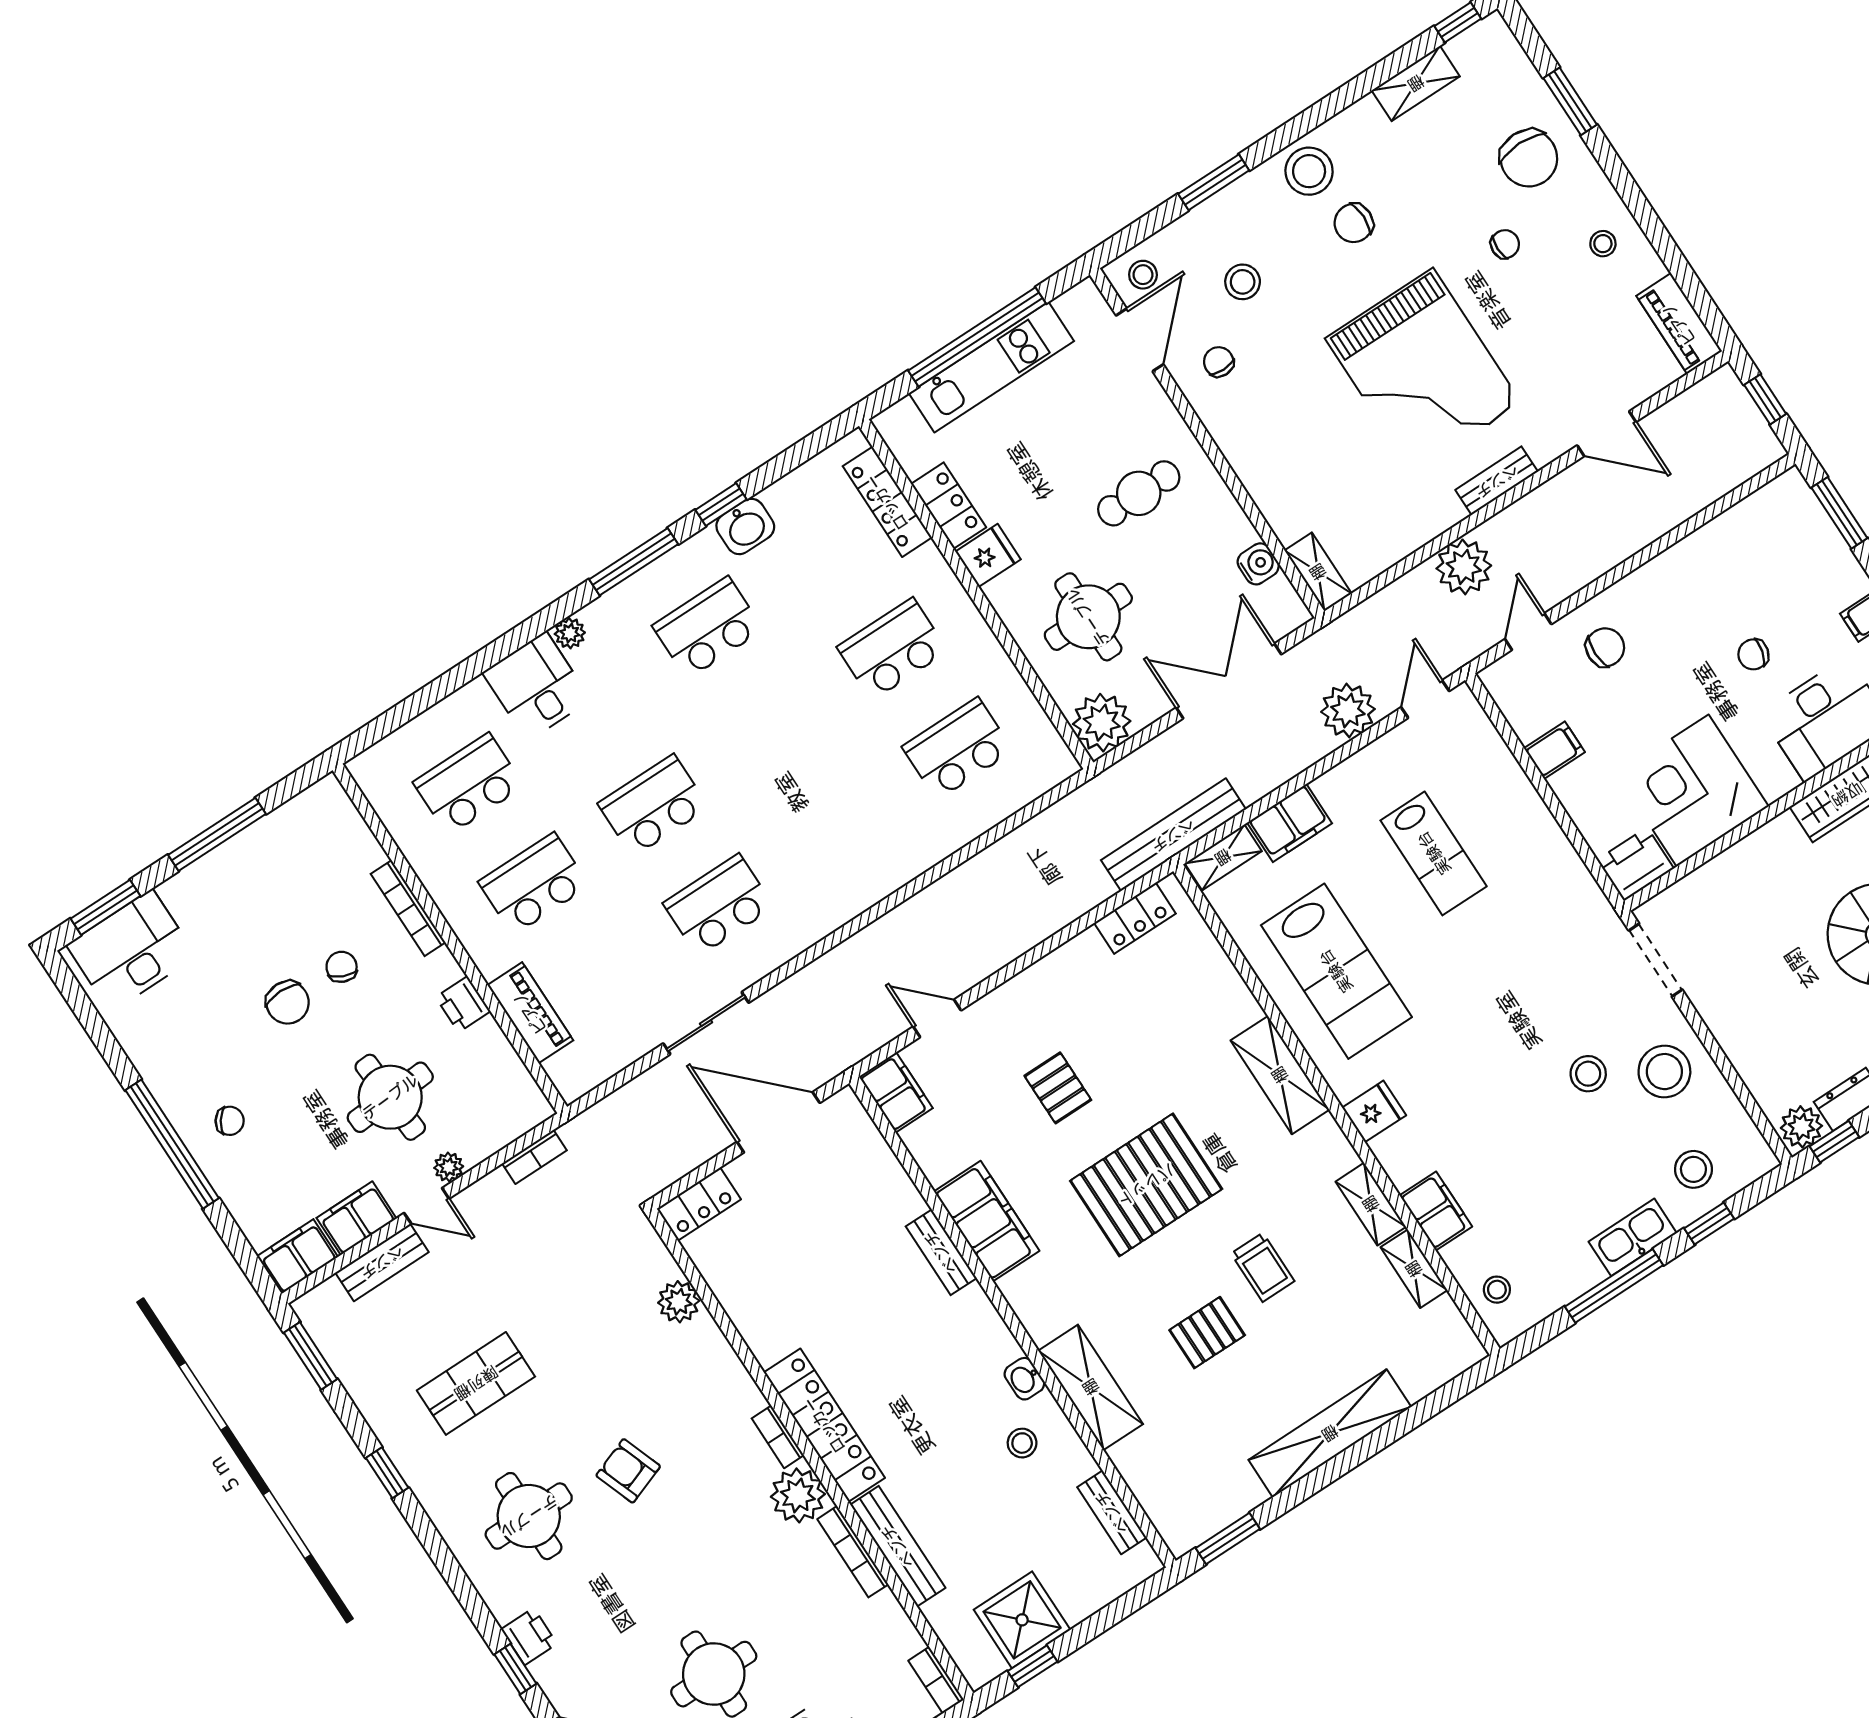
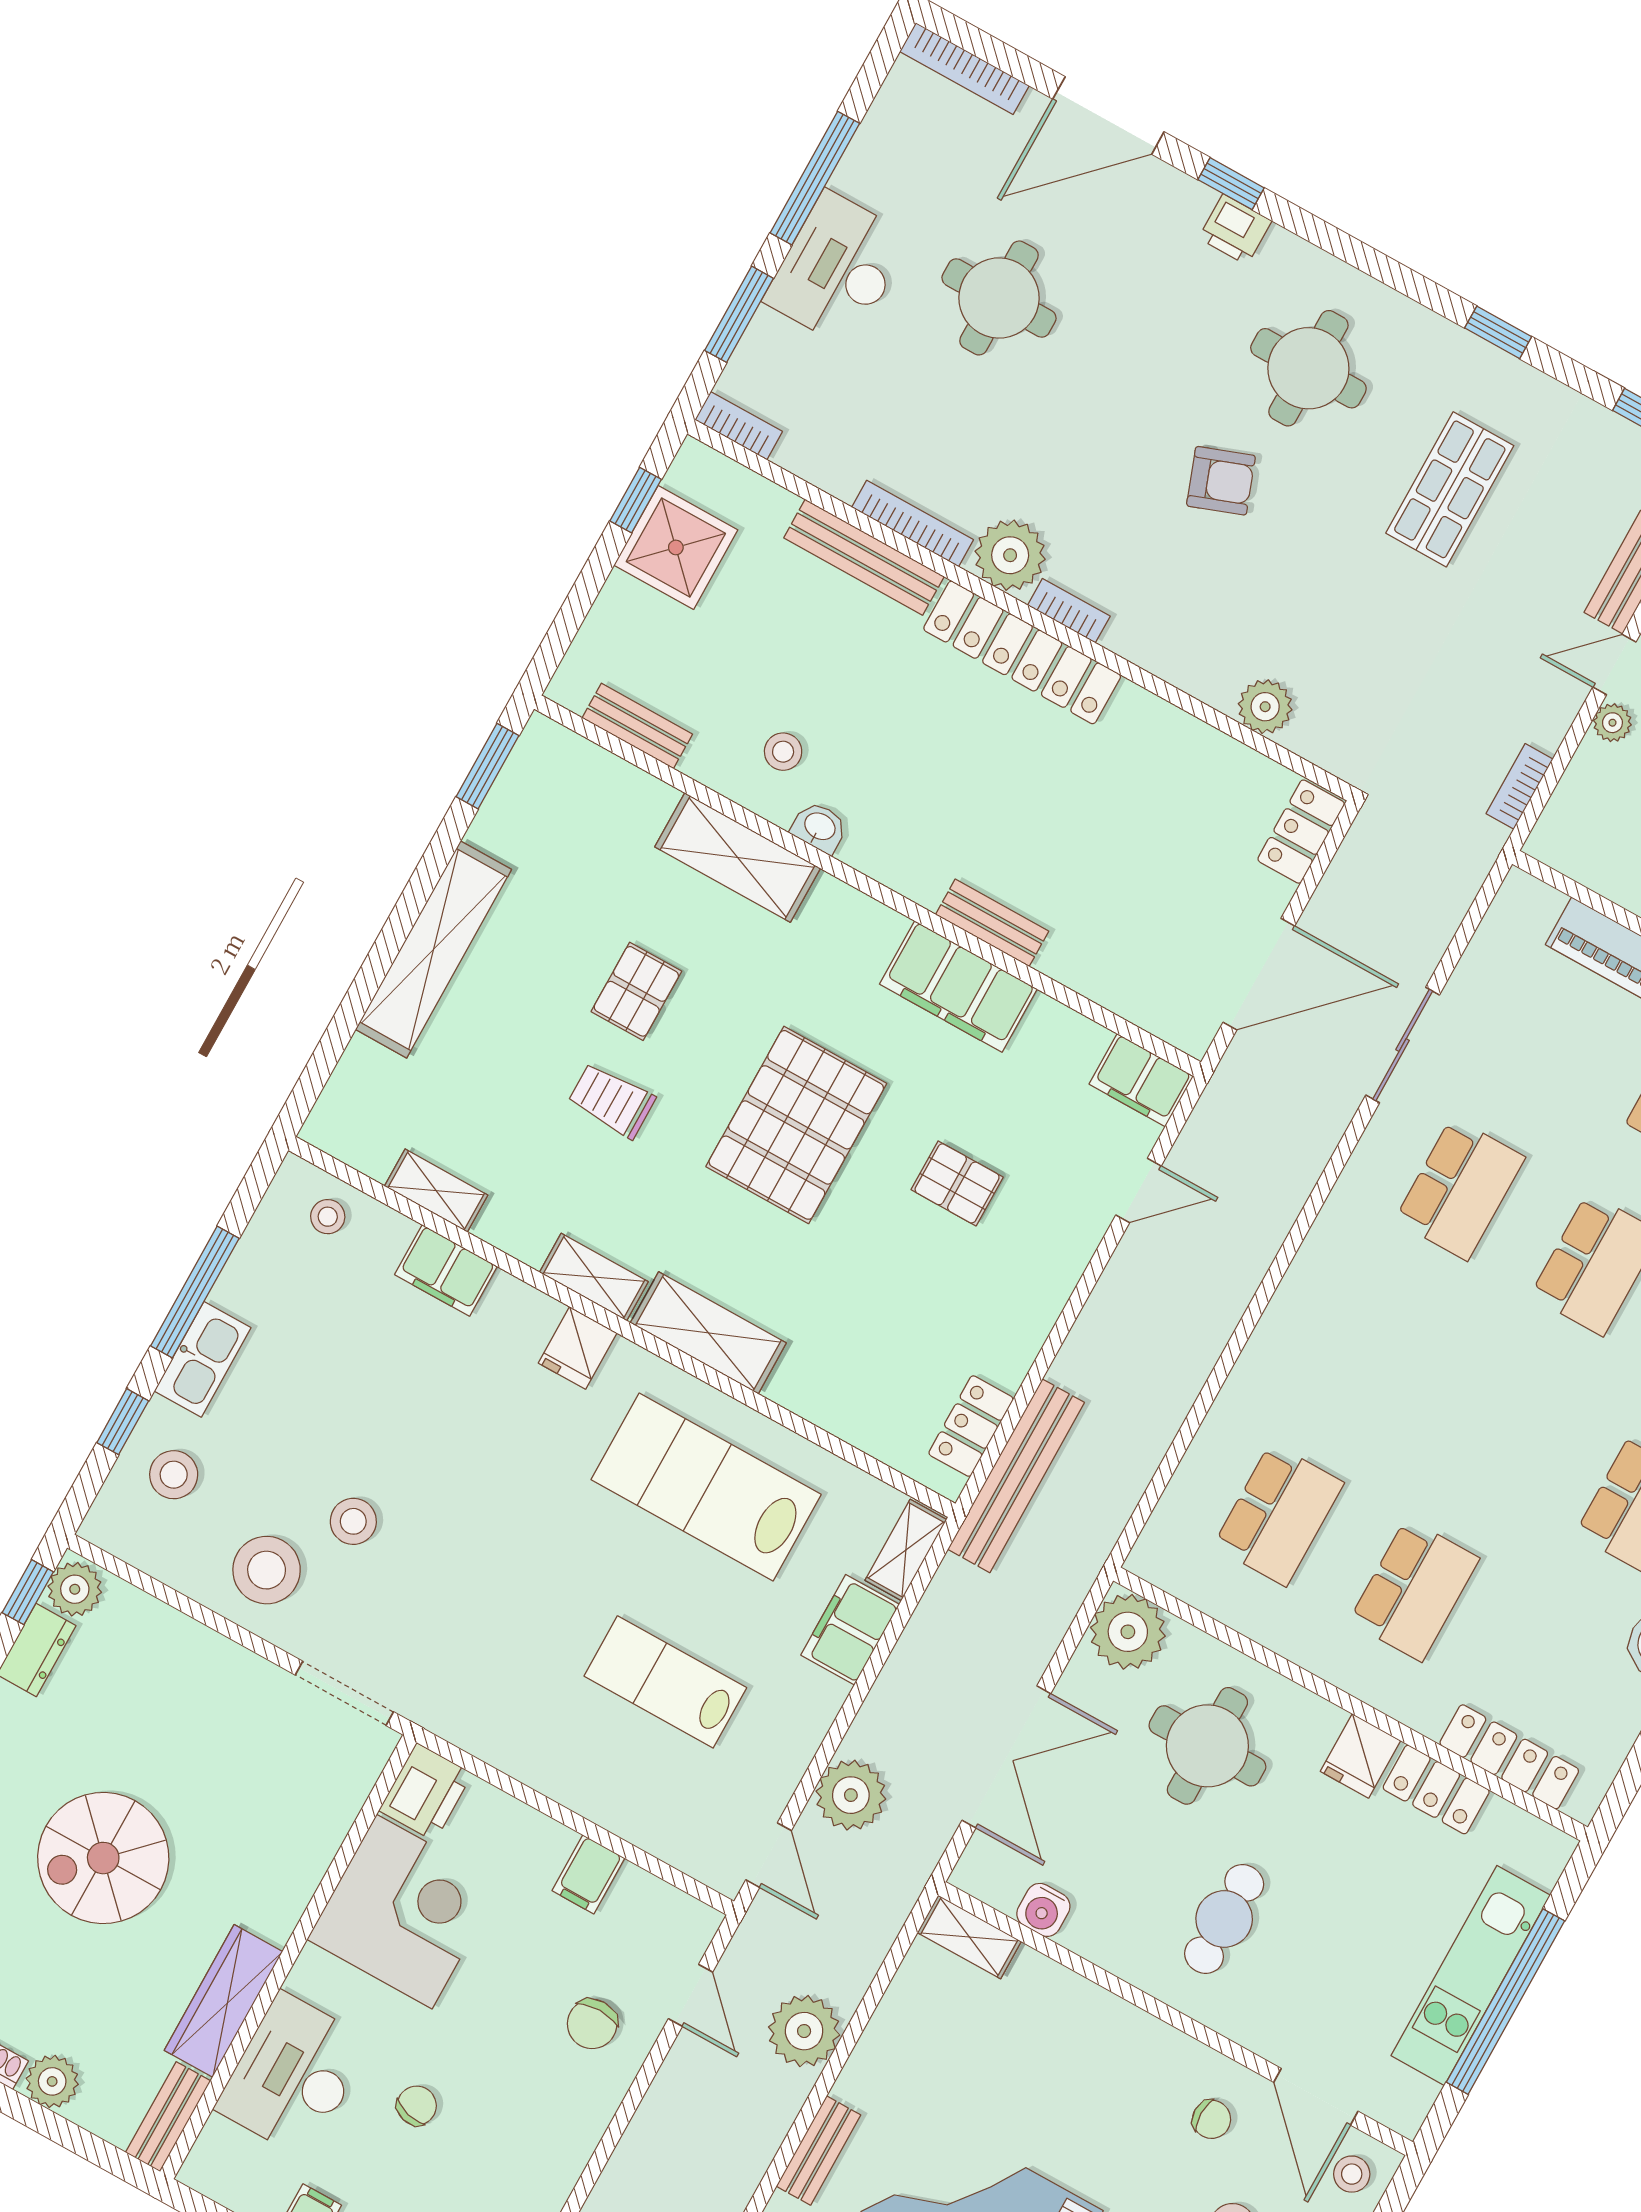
bench: (1173, 835) -> (1016, 1476), moved
shelving: (1371, 1204) -> (594, 1277), moved

